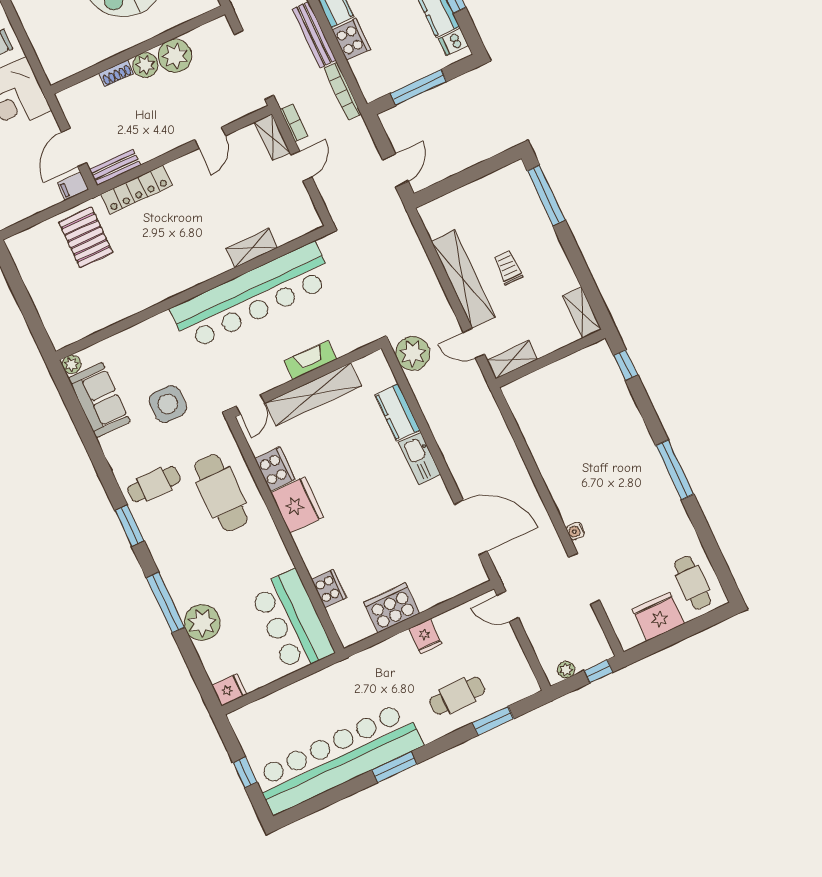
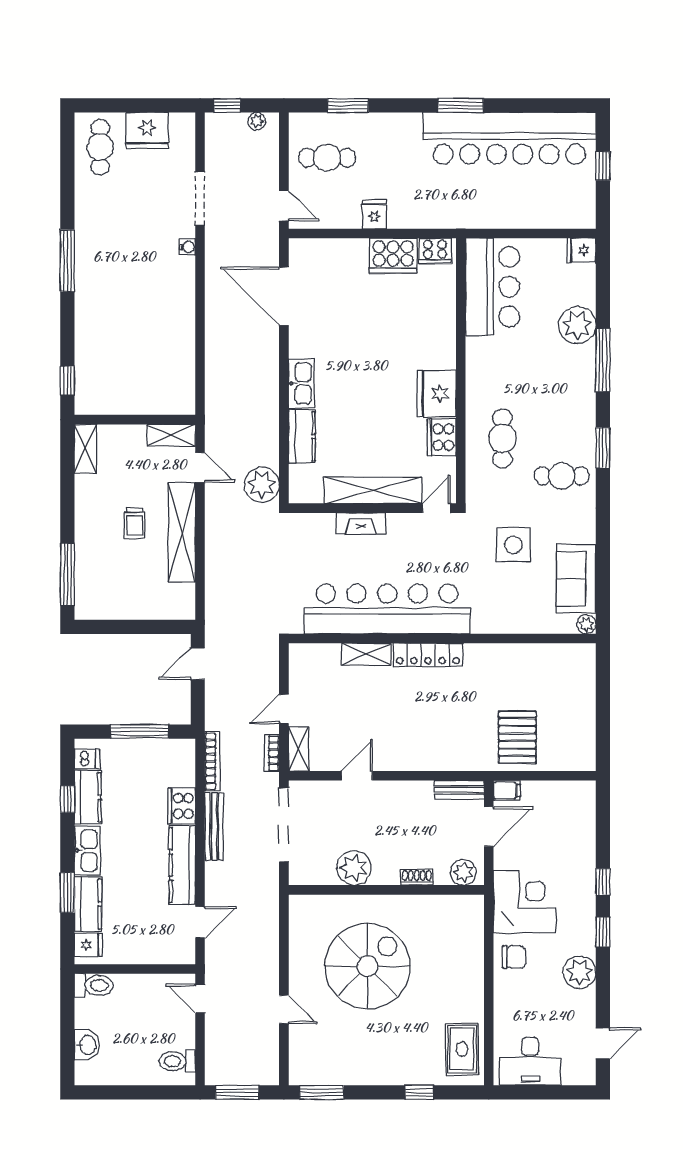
plant: (145, 65) -> (463, 872), moved
locker: (136, 190) -> (428, 655), moved, turned 180
cafe table: (221, 493) -> (503, 438), width x0.73, depth x0.74
cooker: (329, 589) -> (435, 251), moved, turned -90
cafe table: (457, 696) -> (327, 158), moved

